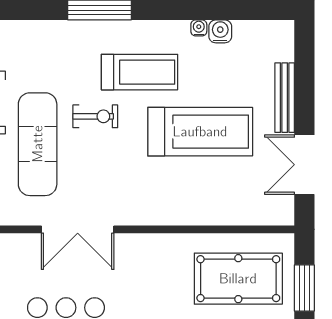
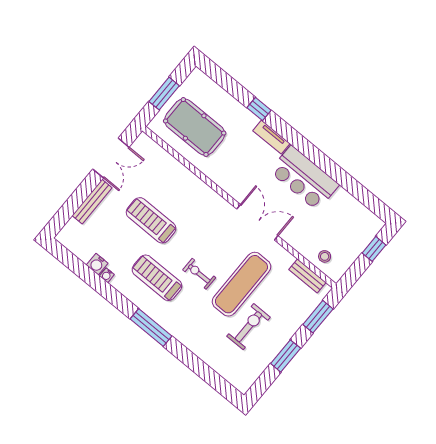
treadmill: (200, 132) -> (151, 220), width x0.73, depth x0.73

